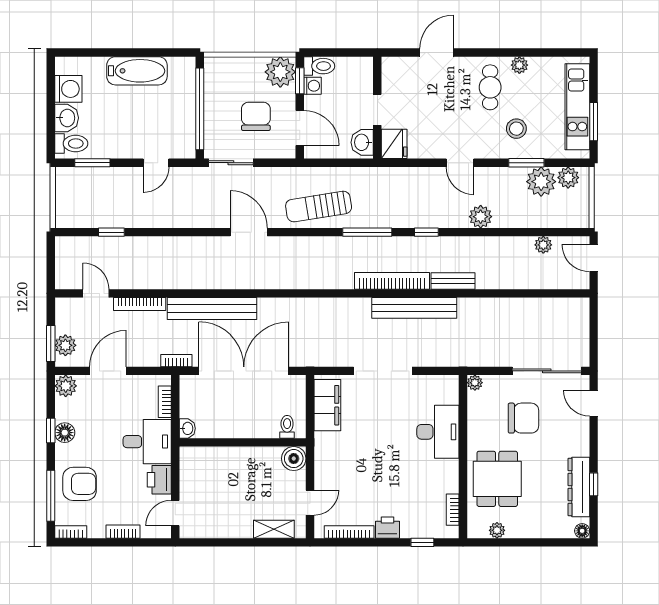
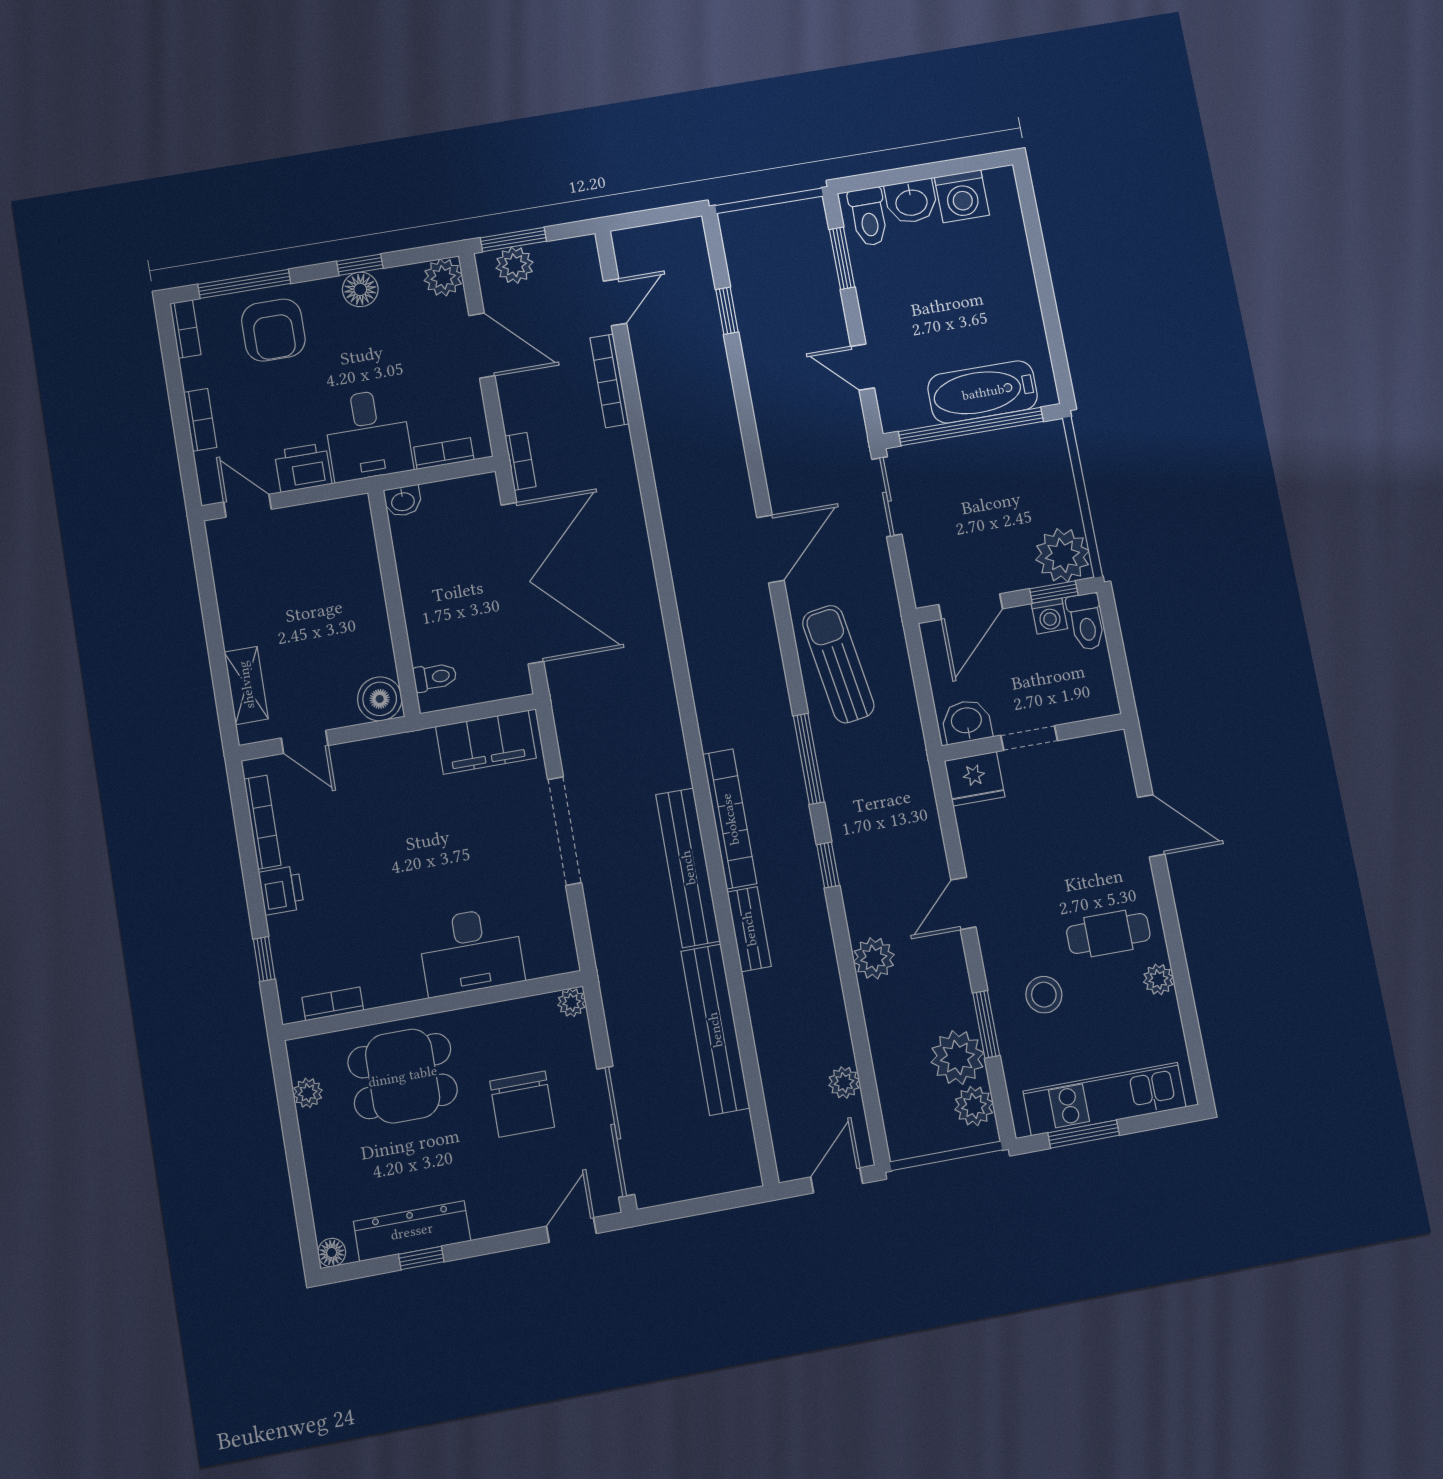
bathtub: (137, 71) -> (983, 392), moved, turned 90
chair: (256, 116) -> (976, 526), removed
bench: (212, 309) -> (715, 1030), moved

